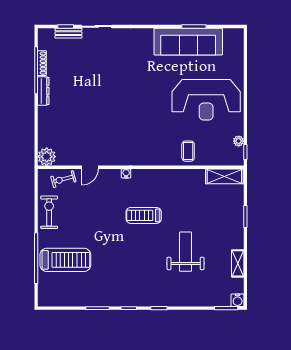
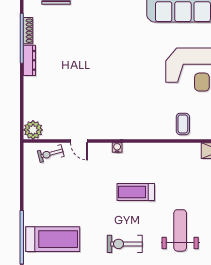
door: (90, 167) -> (79, 141), hinge flipped
exercise bike: (49, 212) -> (125, 244), moved, turned -90

